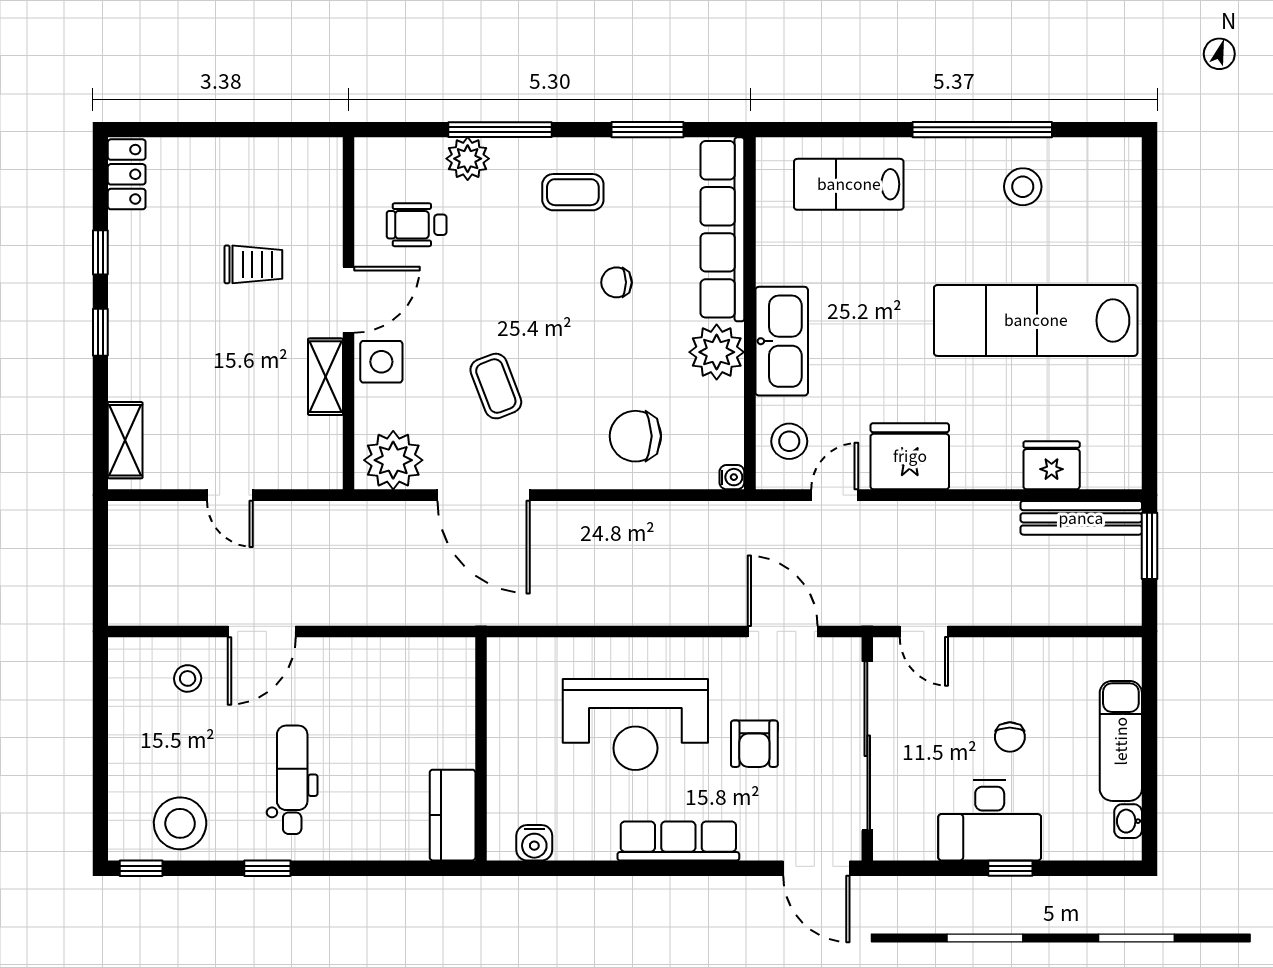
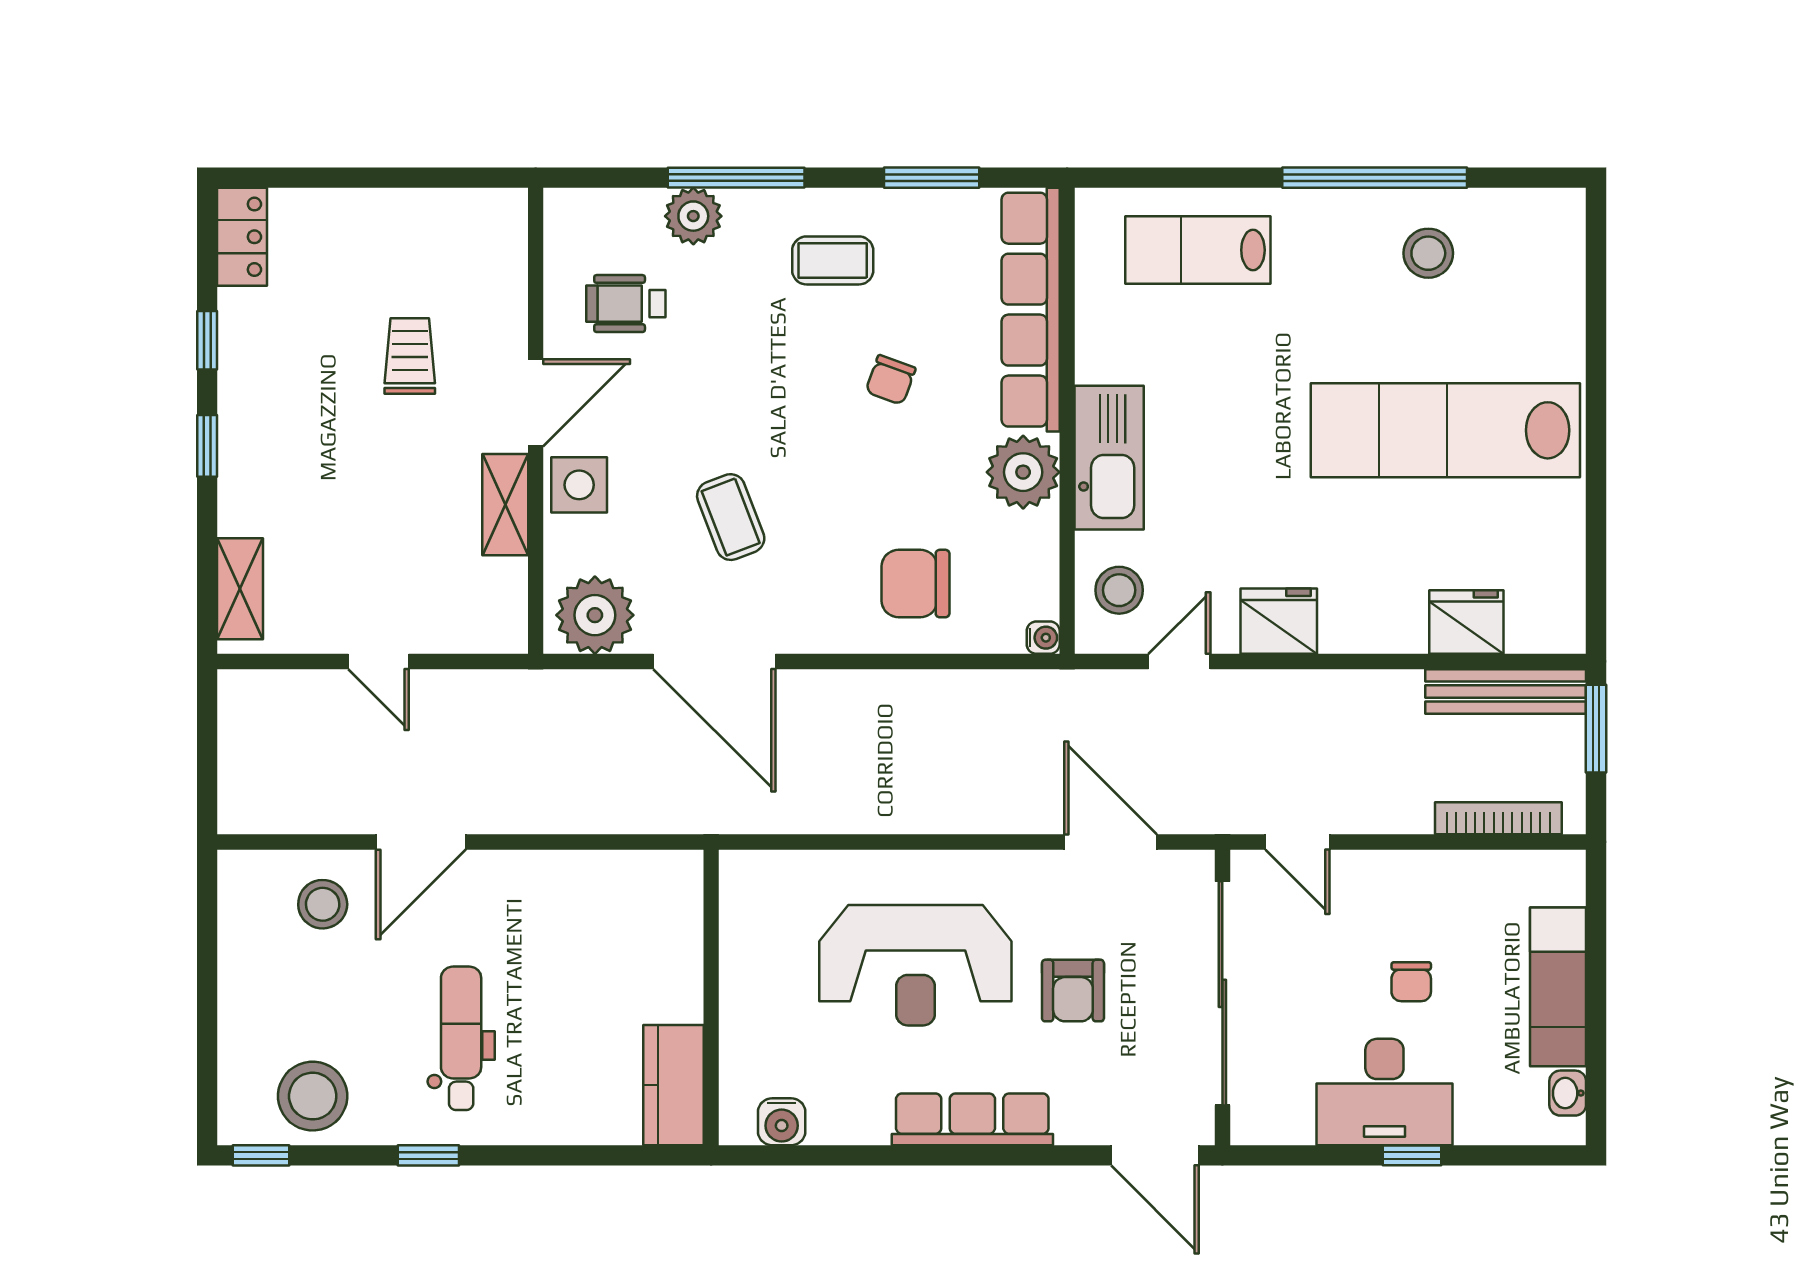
trolley: (253, 264) -> (410, 356), turned -90
chair: (617, 282) -> (891, 380), turned -70
fridge: (910, 456) -> (1279, 621), width x0.73, depth x0.75
bookcase: (1076, 614) -> (1498, 818), added
stool: (188, 678) -> (323, 904), width x1.37, depth x1.37

